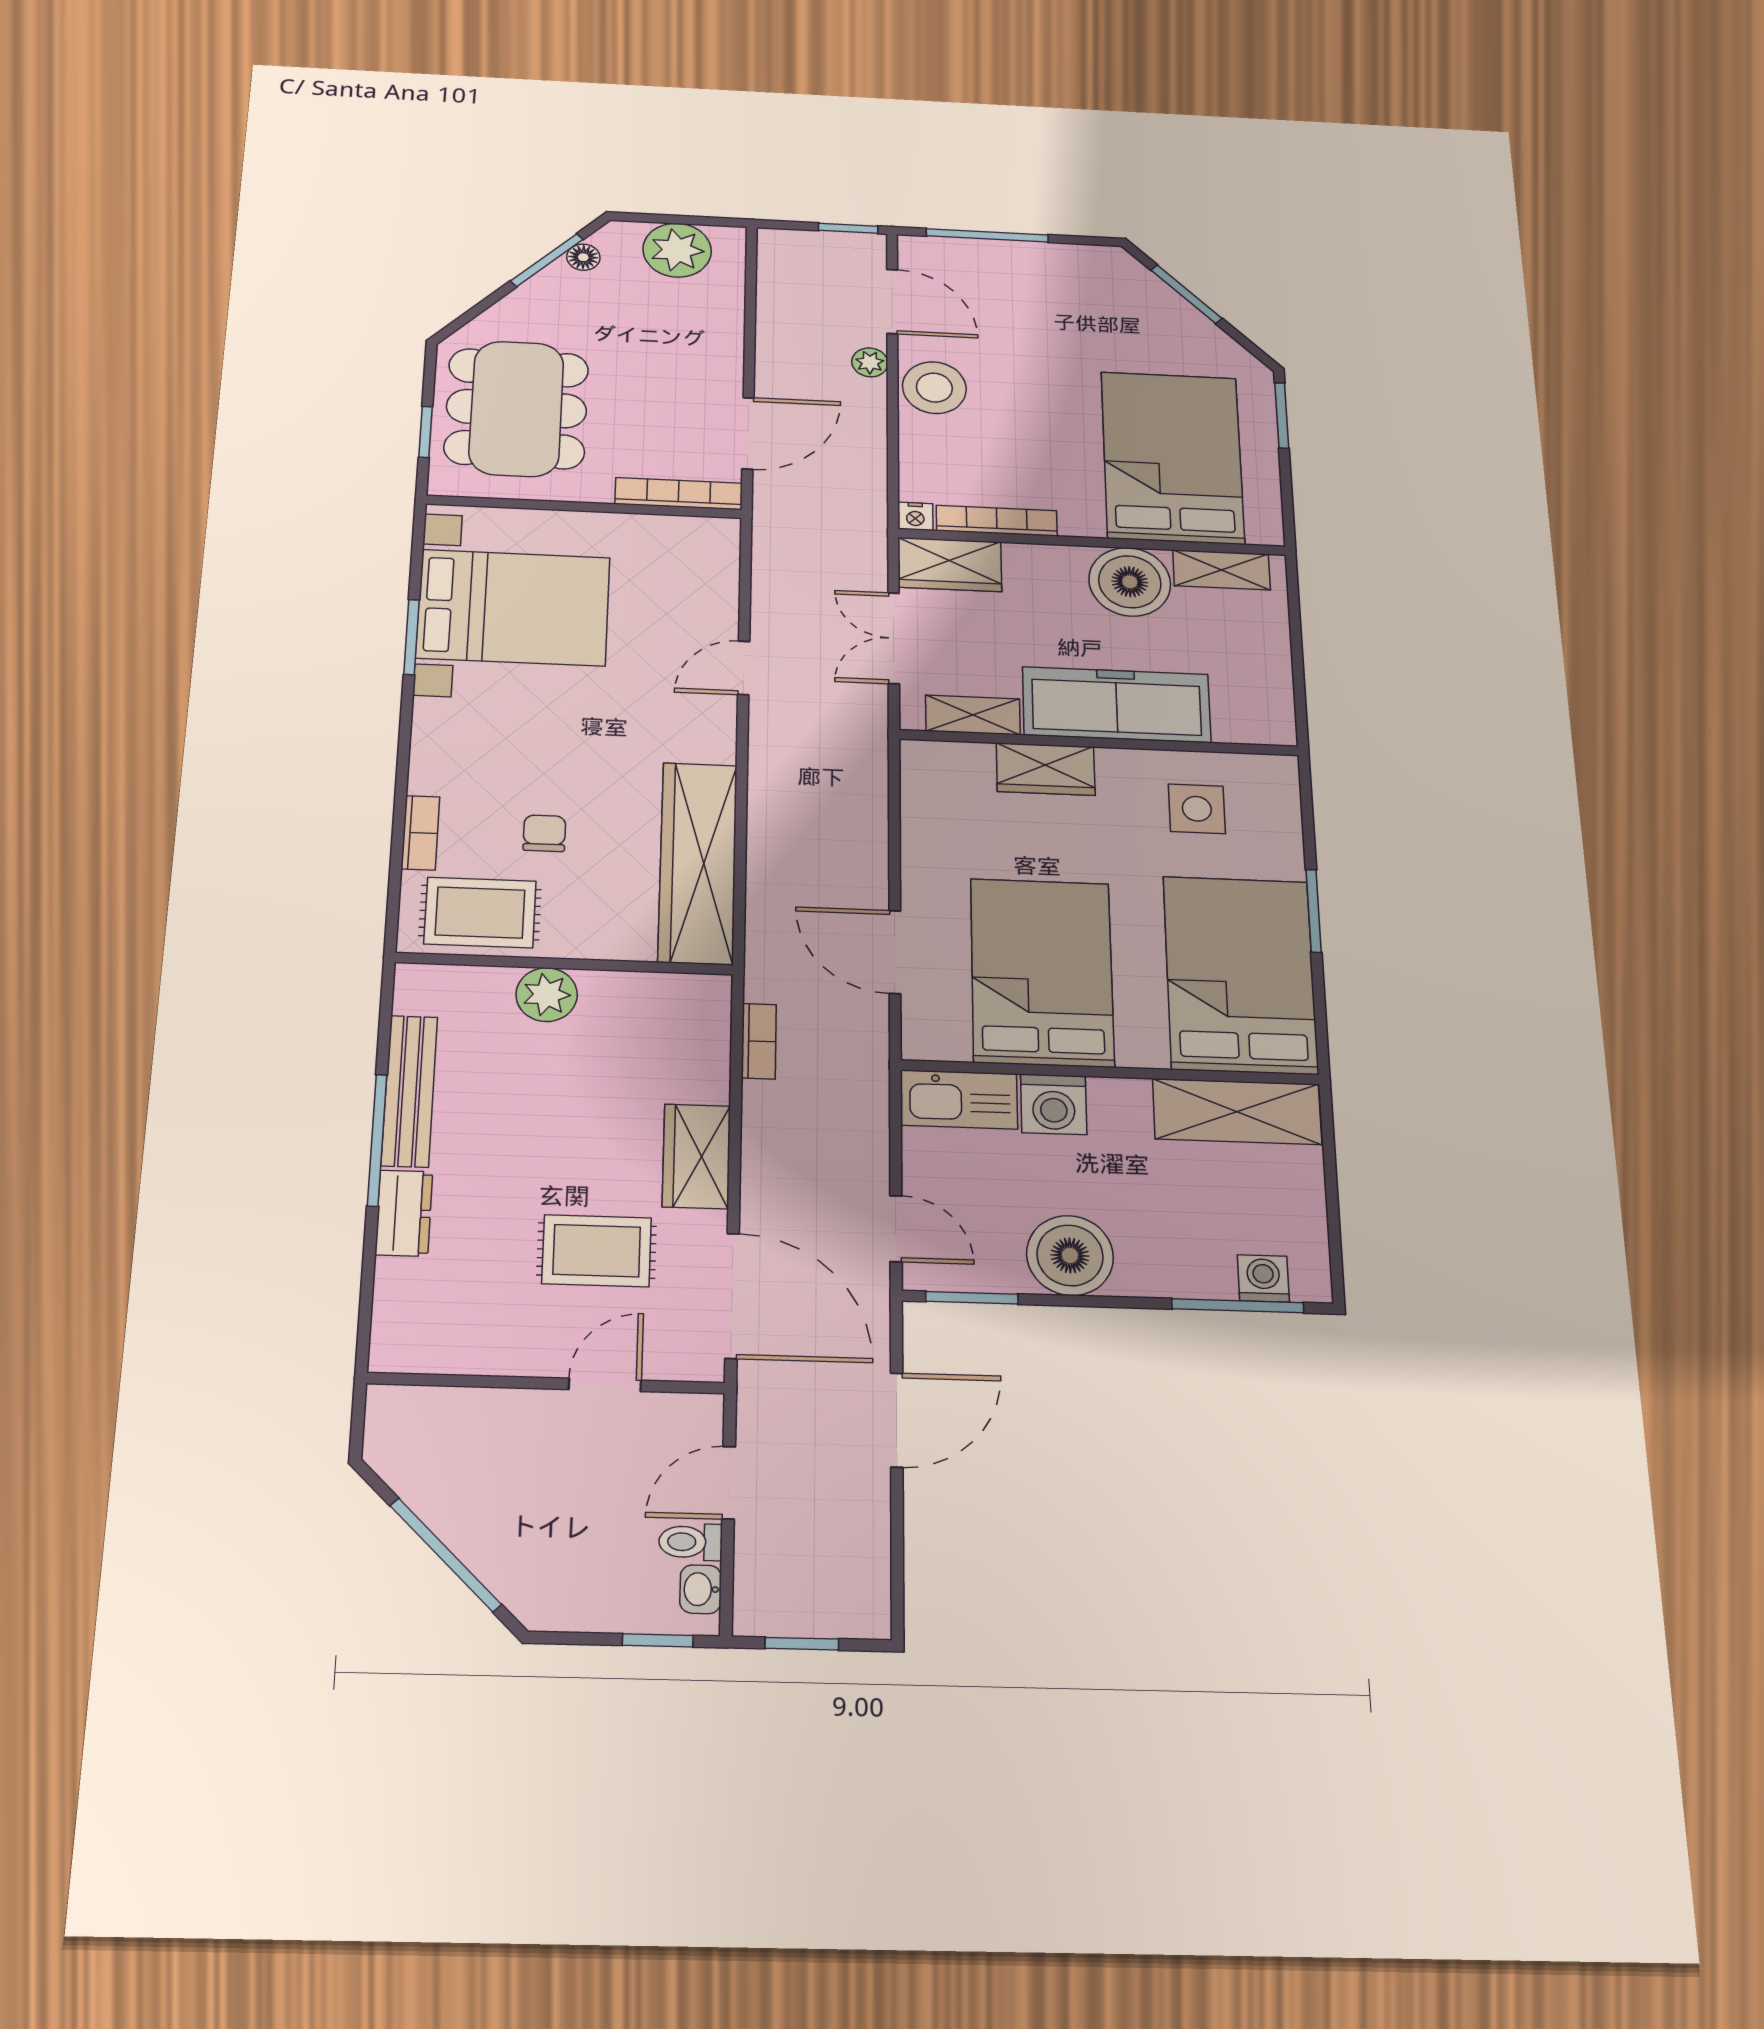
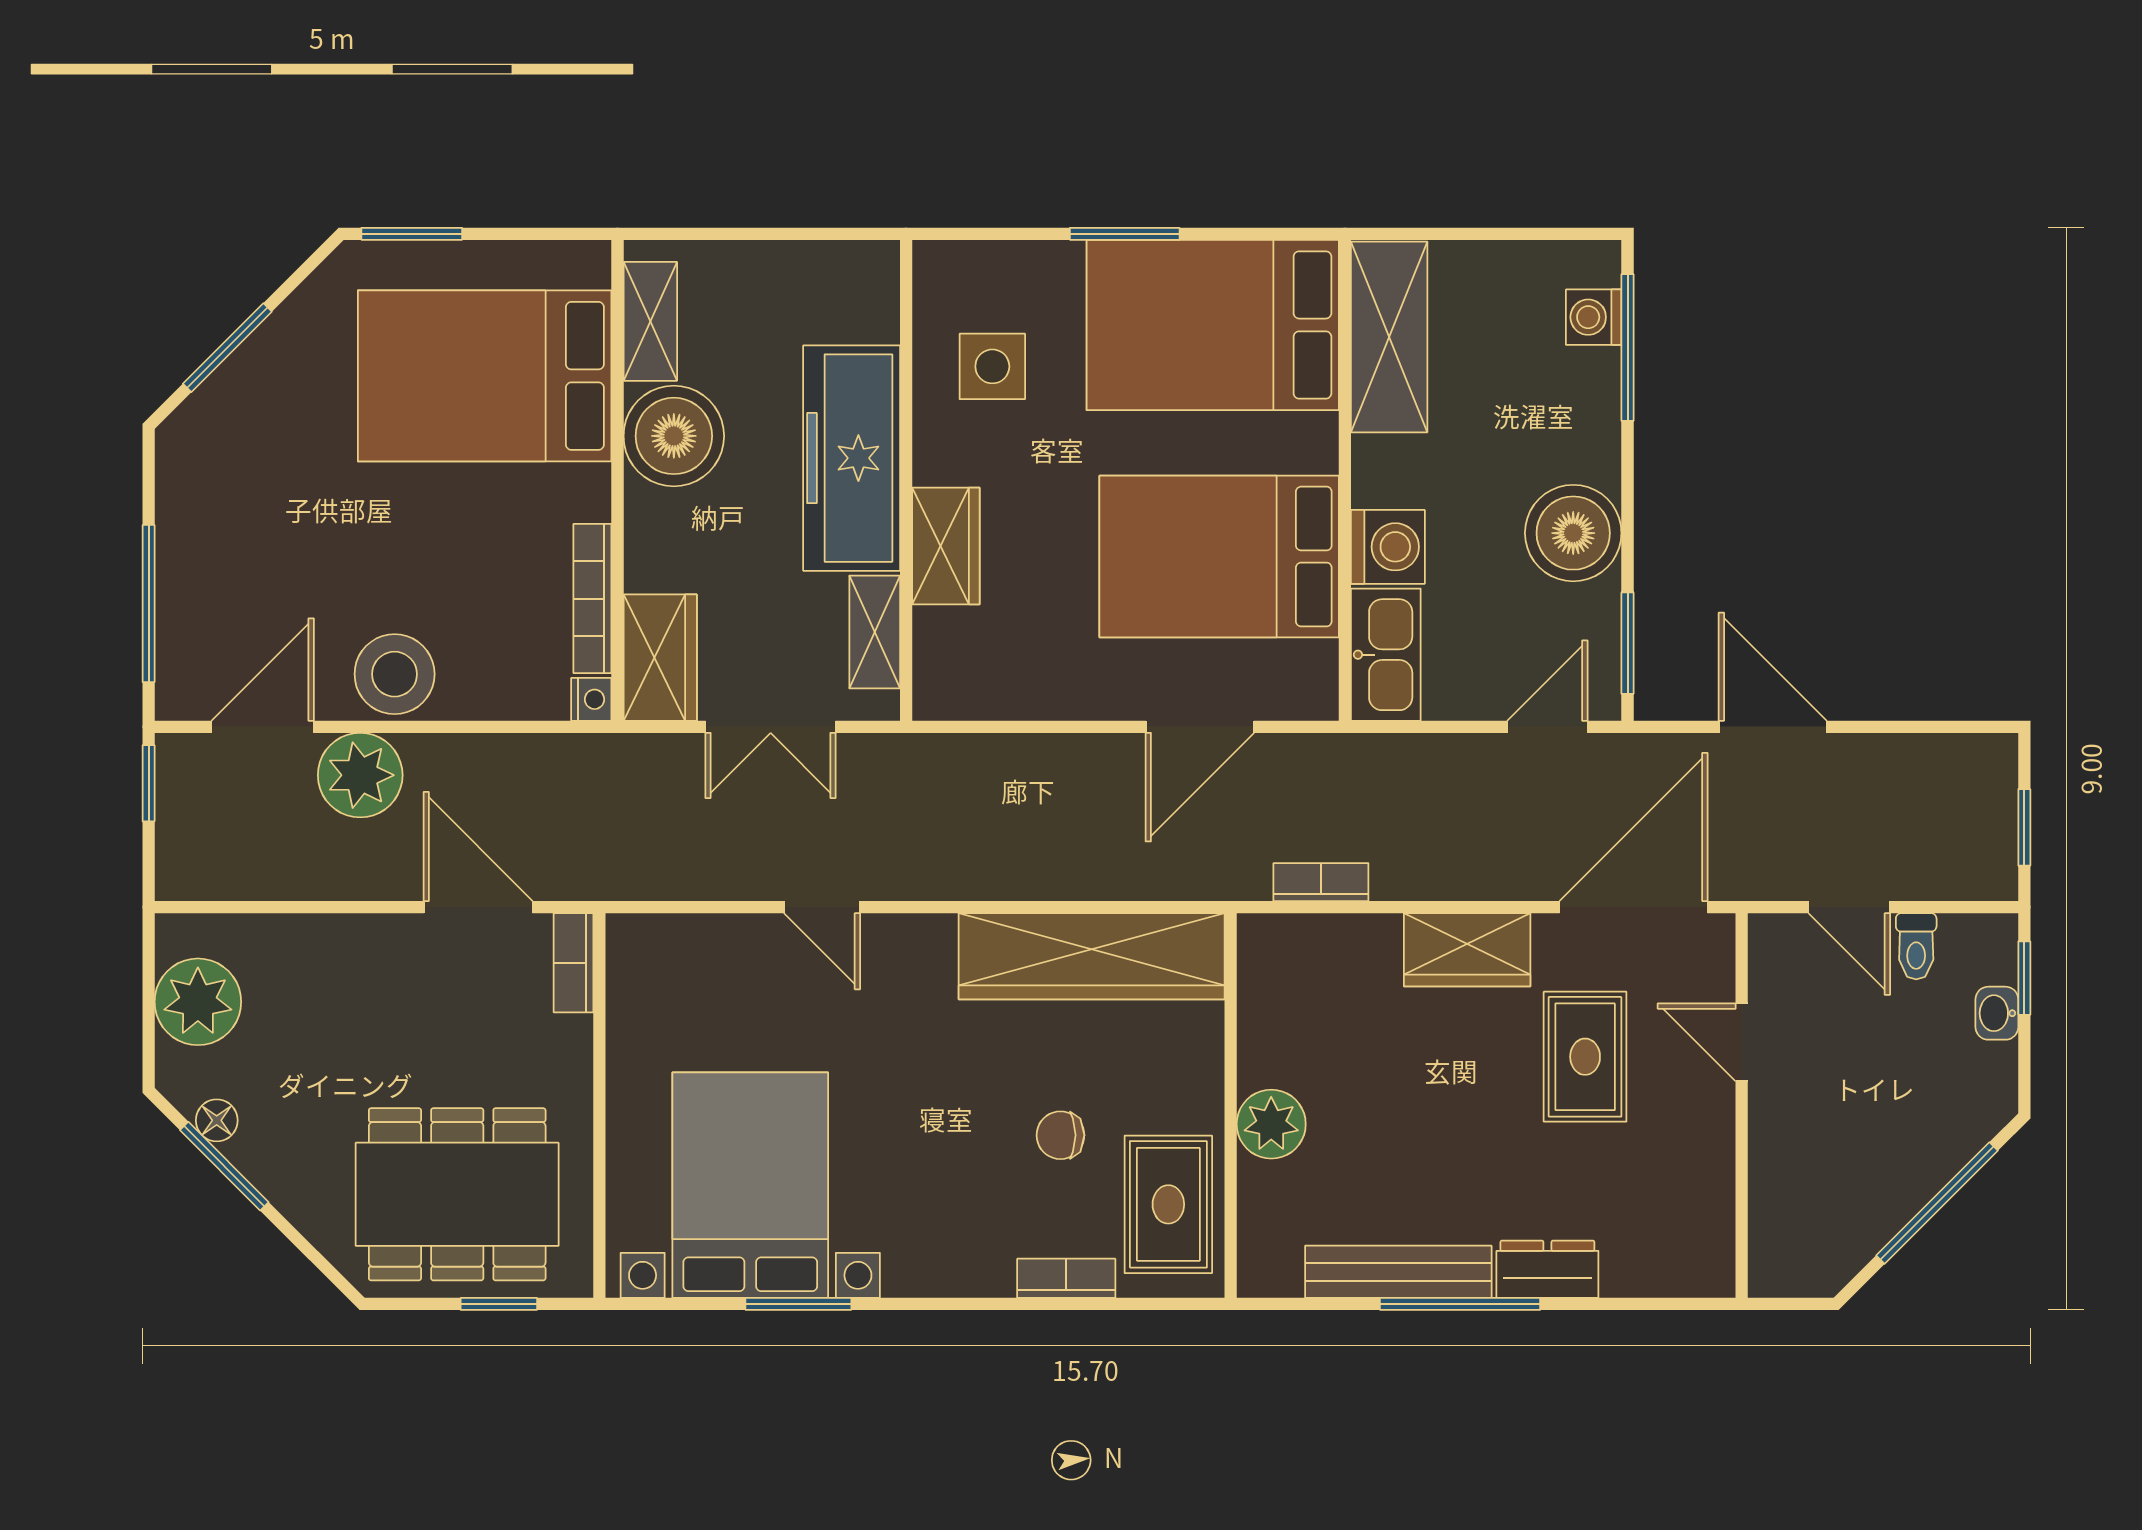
plant: (870, 362) -> (360, 775), width x1.88, depth x1.88
bookcase: (679, 494) -> (574, 963), width x0.64
washbasin: (701, 1589) -> (1997, 1013), moved, turned 90

